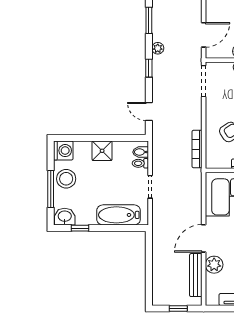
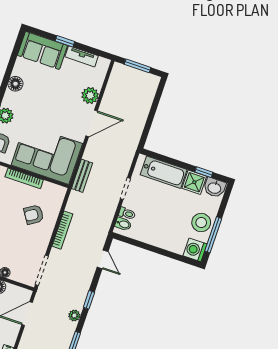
bookcase: (197, 149) -> (62, 230), moved
shower: (102, 151) -> (194, 182), moved
window: (51, 189) -> (213, 235), moved
bench: (196, 275) -> (82, 176), moved, width x0.73
window: (178, 308) -> (138, 66), width x1.50

